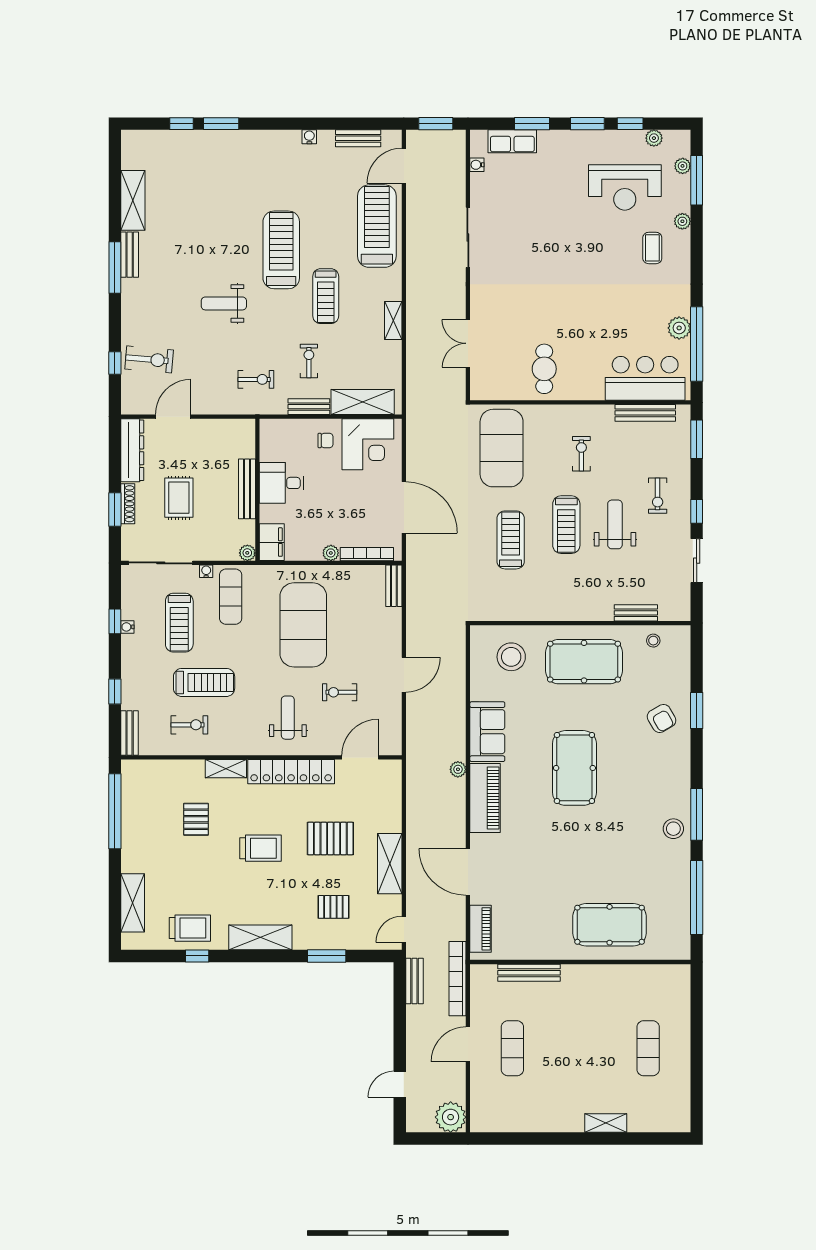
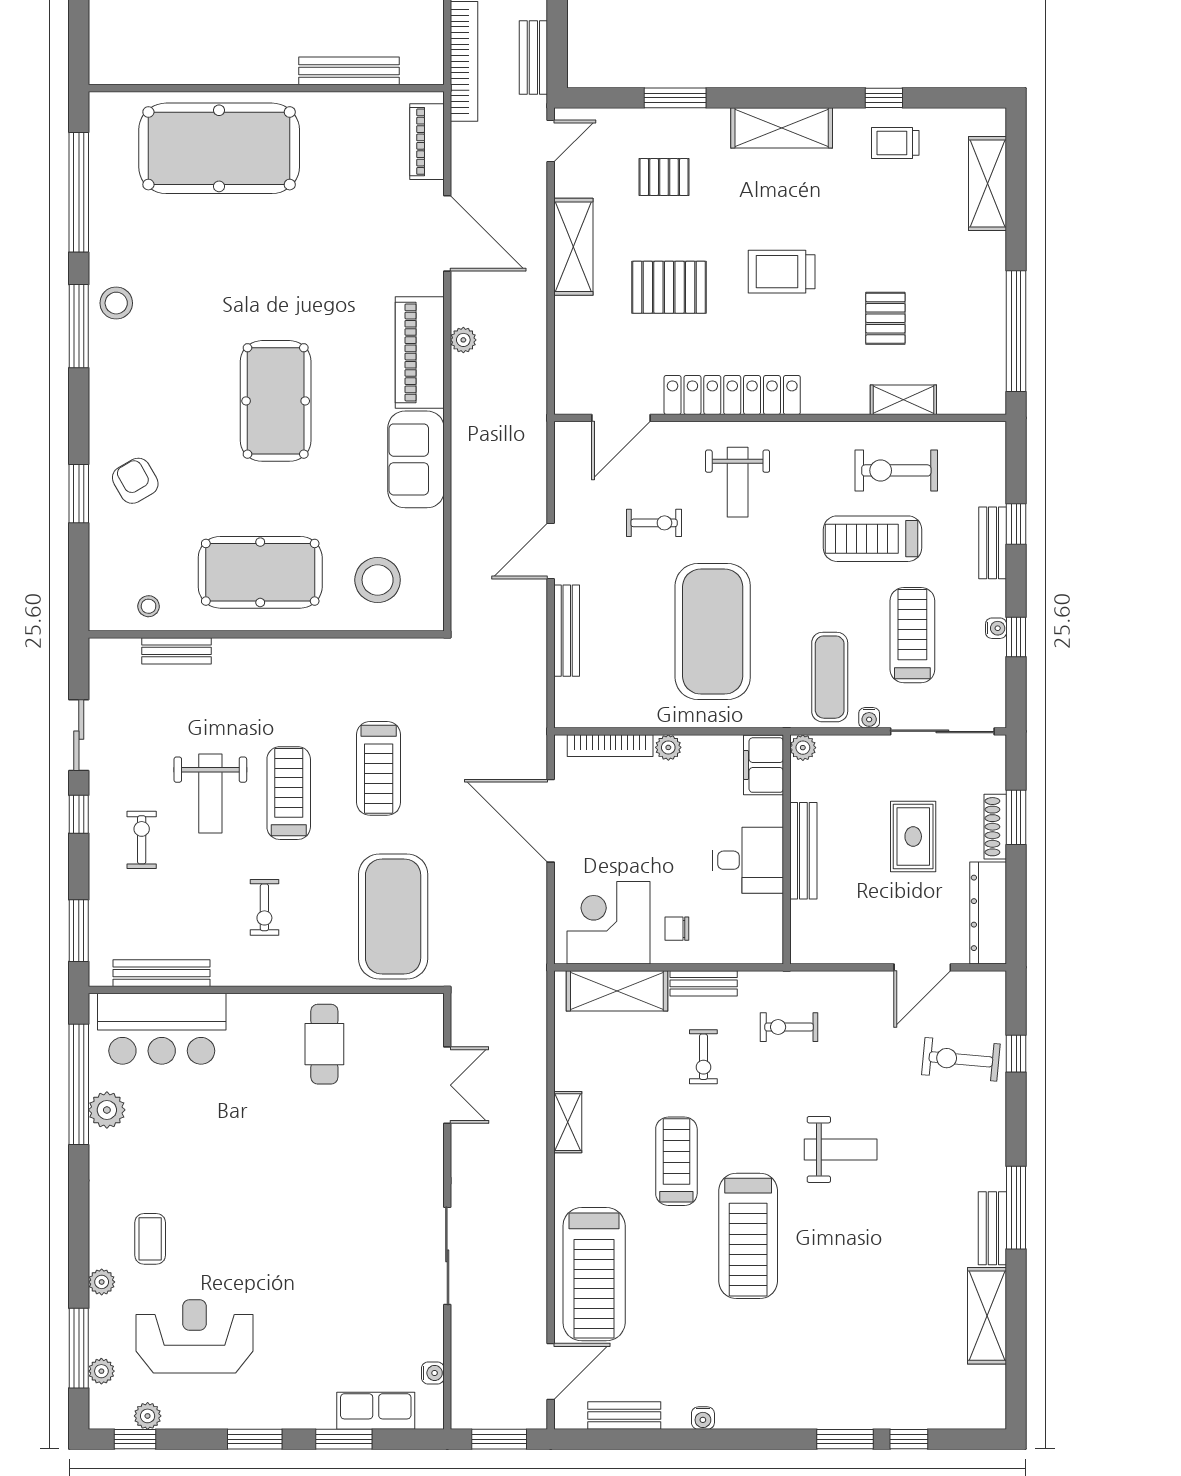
window: (630, 124) -> (135, 1439), moved
bench: (394, 586) -> (567, 631), moved, width x1.36
exercise bike: (189, 725) -> (896, 470), width x1.38, depth x1.39
bench: (130, 733) -> (993, 543), moved
shelving: (226, 769) -> (903, 400), moved
plant: (458, 769) -> (463, 340), moved
pool table: (610, 925) -> (219, 148), width x1.36, depth x1.32
trolley: (190, 928) -> (895, 143), width x0.73, depth x0.72

